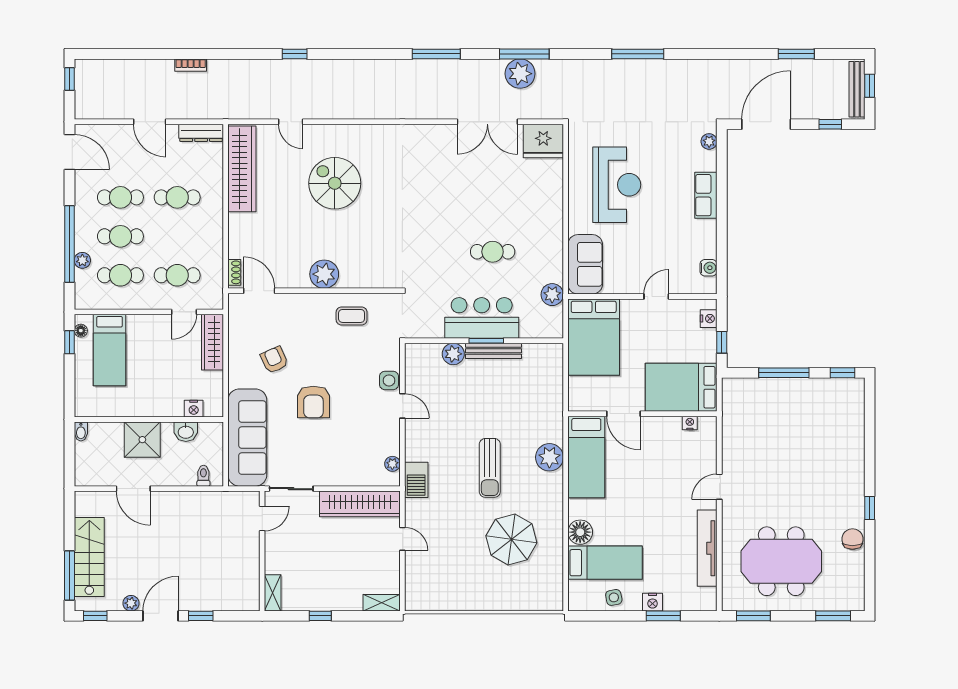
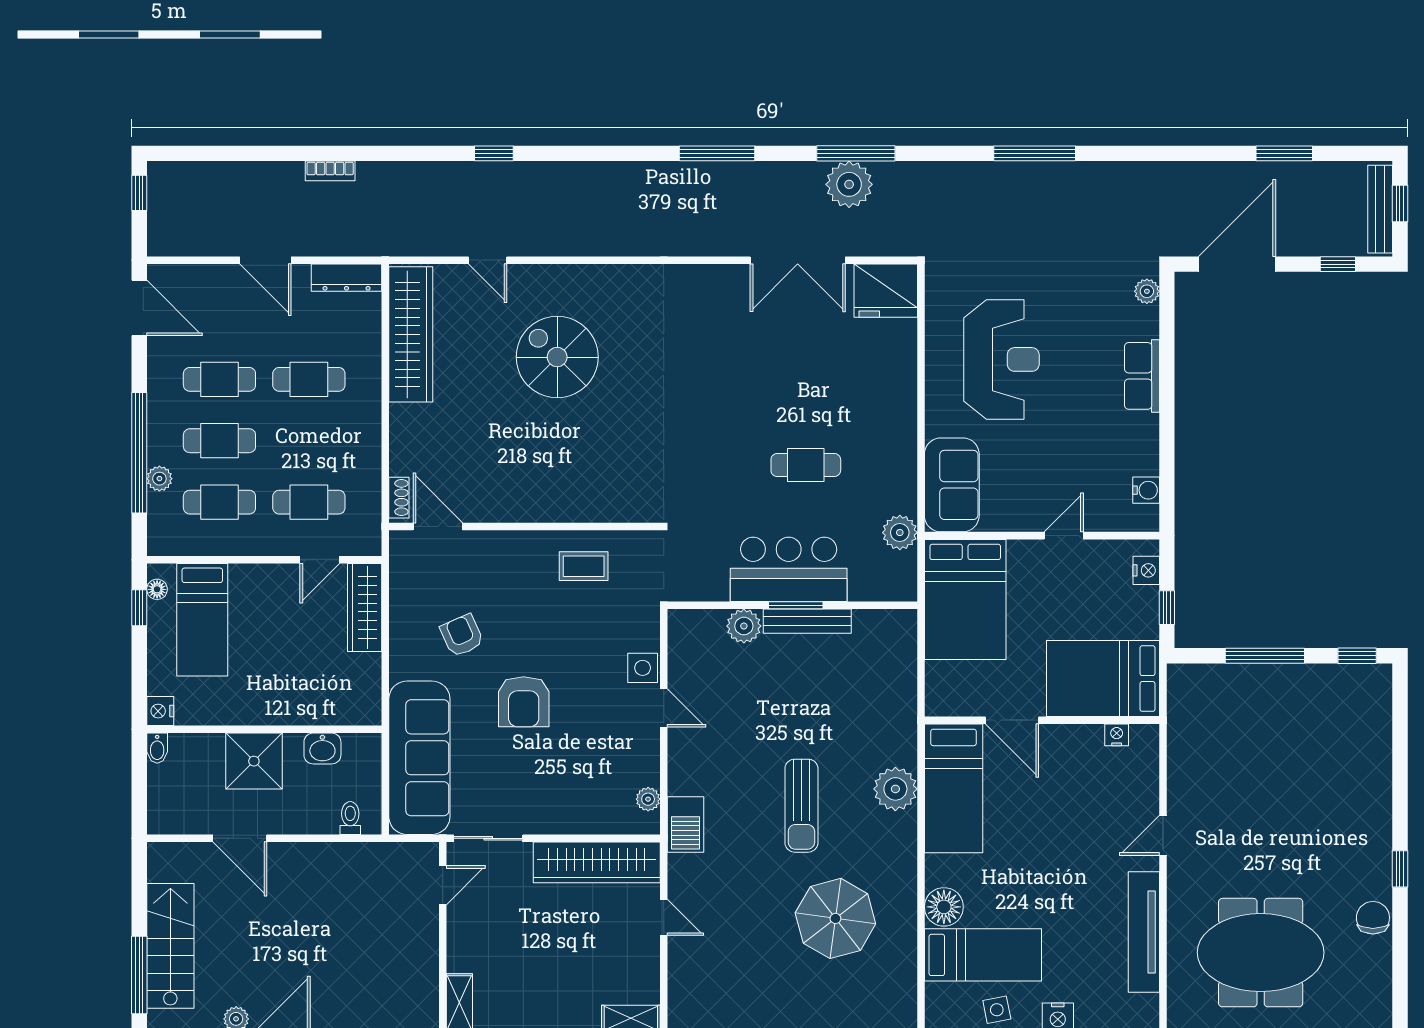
plant: (324, 274) -> (540, 500), removed
nightstand: (194, 409) -> (160, 711), moved, turned 90

